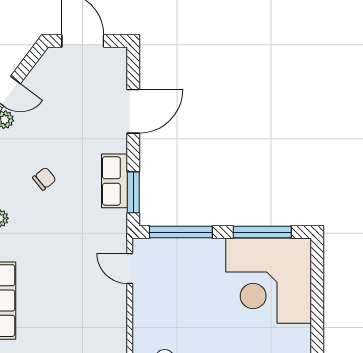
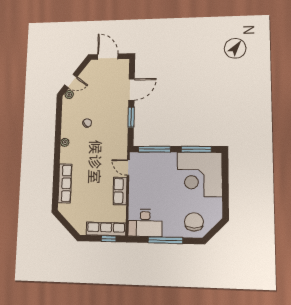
row of seats: (114, 181) -> (120, 191), moved
window: (133, 192) -> (131, 117), moved

